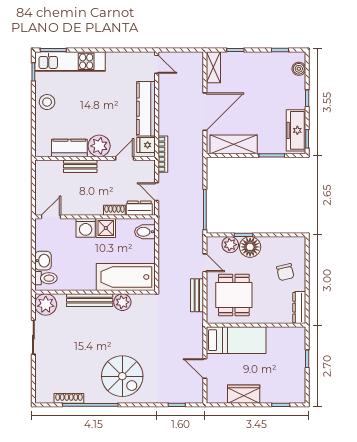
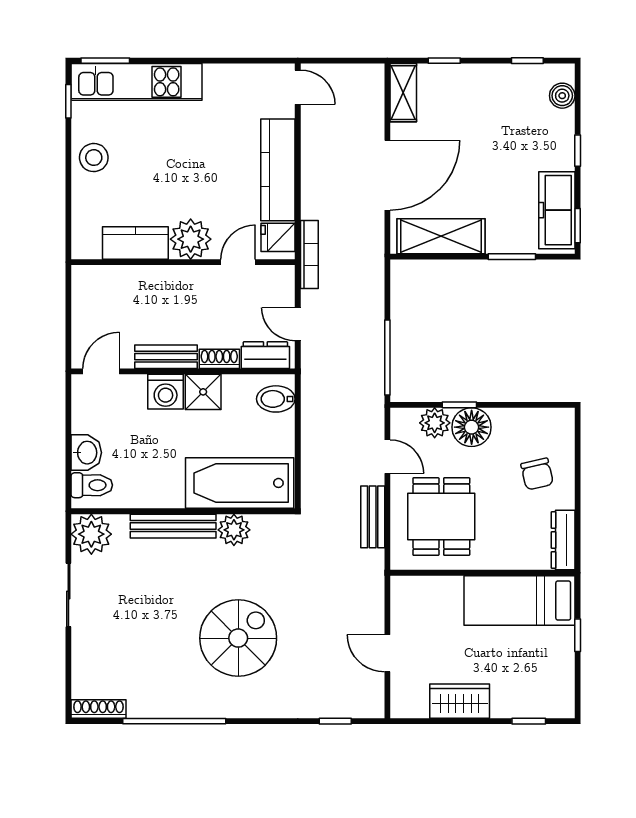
bench: (80, 166) -> (166, 357), moved
bed: (236, 340) -> (519, 601), moved, turned 180
spiral stairs: (122, 376) -> (238, 638), moved, turned -90
shoe rack: (69, 398) -> (98, 709), moved

